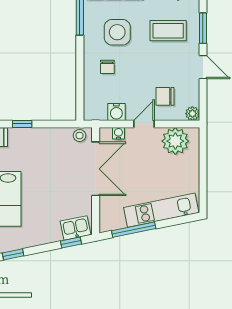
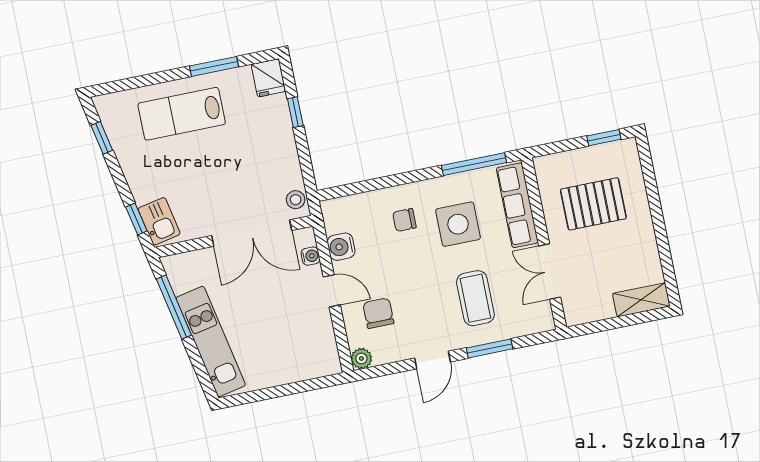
plant: (175, 141) -> (316, 342), removed

